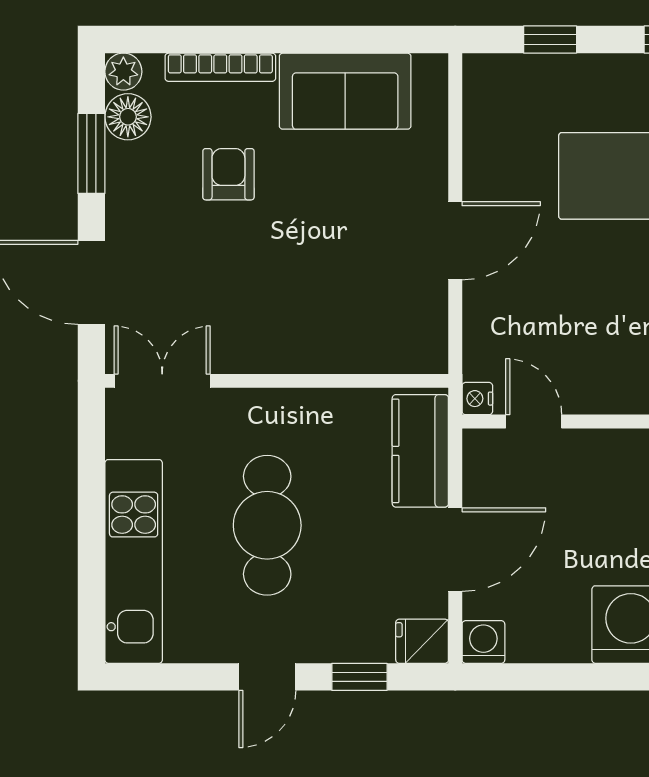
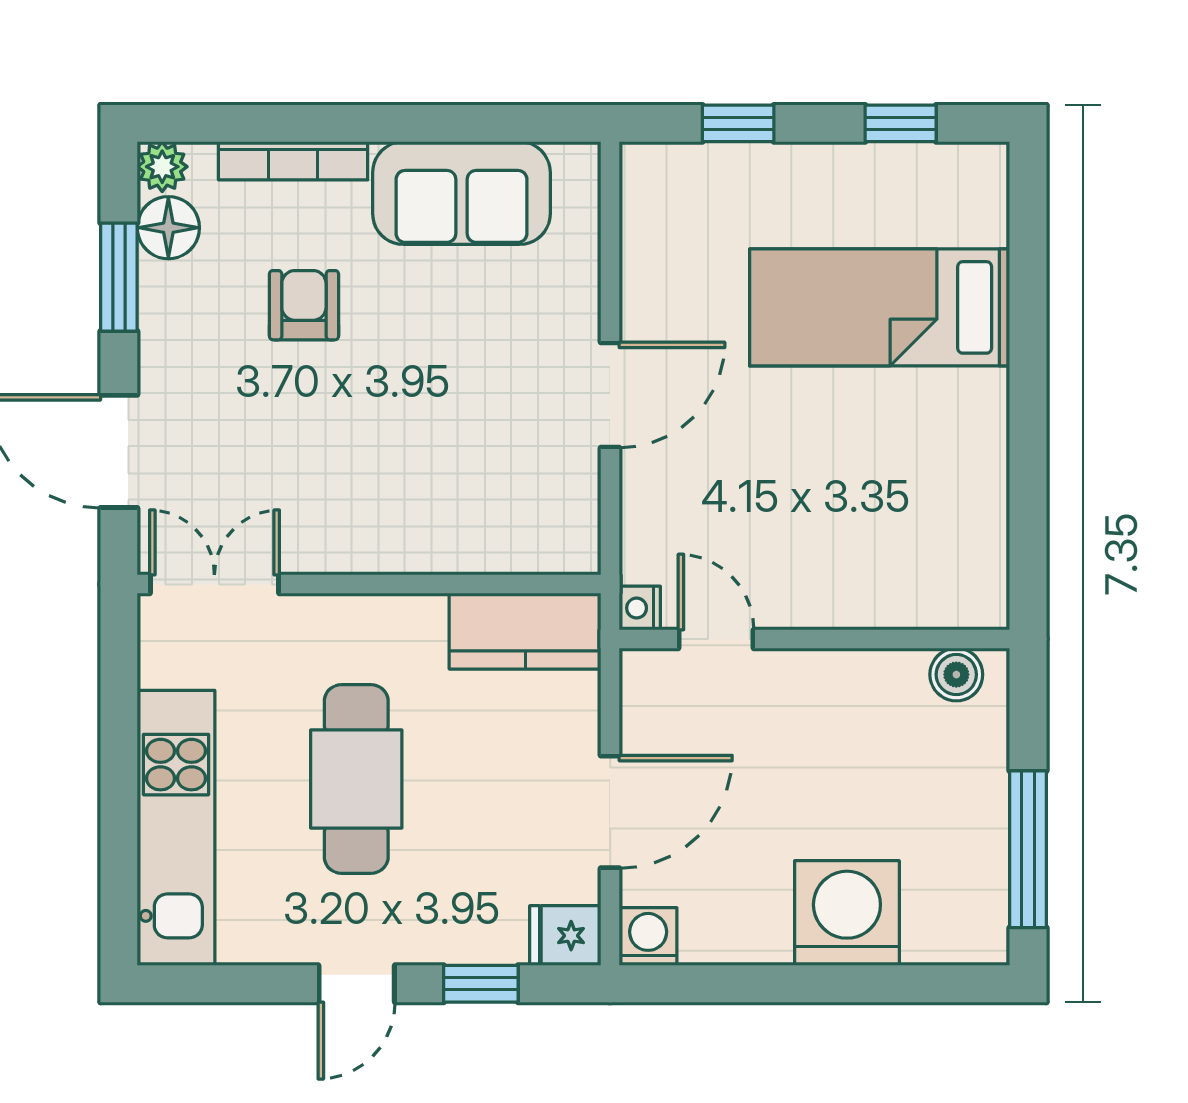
kitchen counter: (420, 451) -> (525, 631), moved, turned -90

